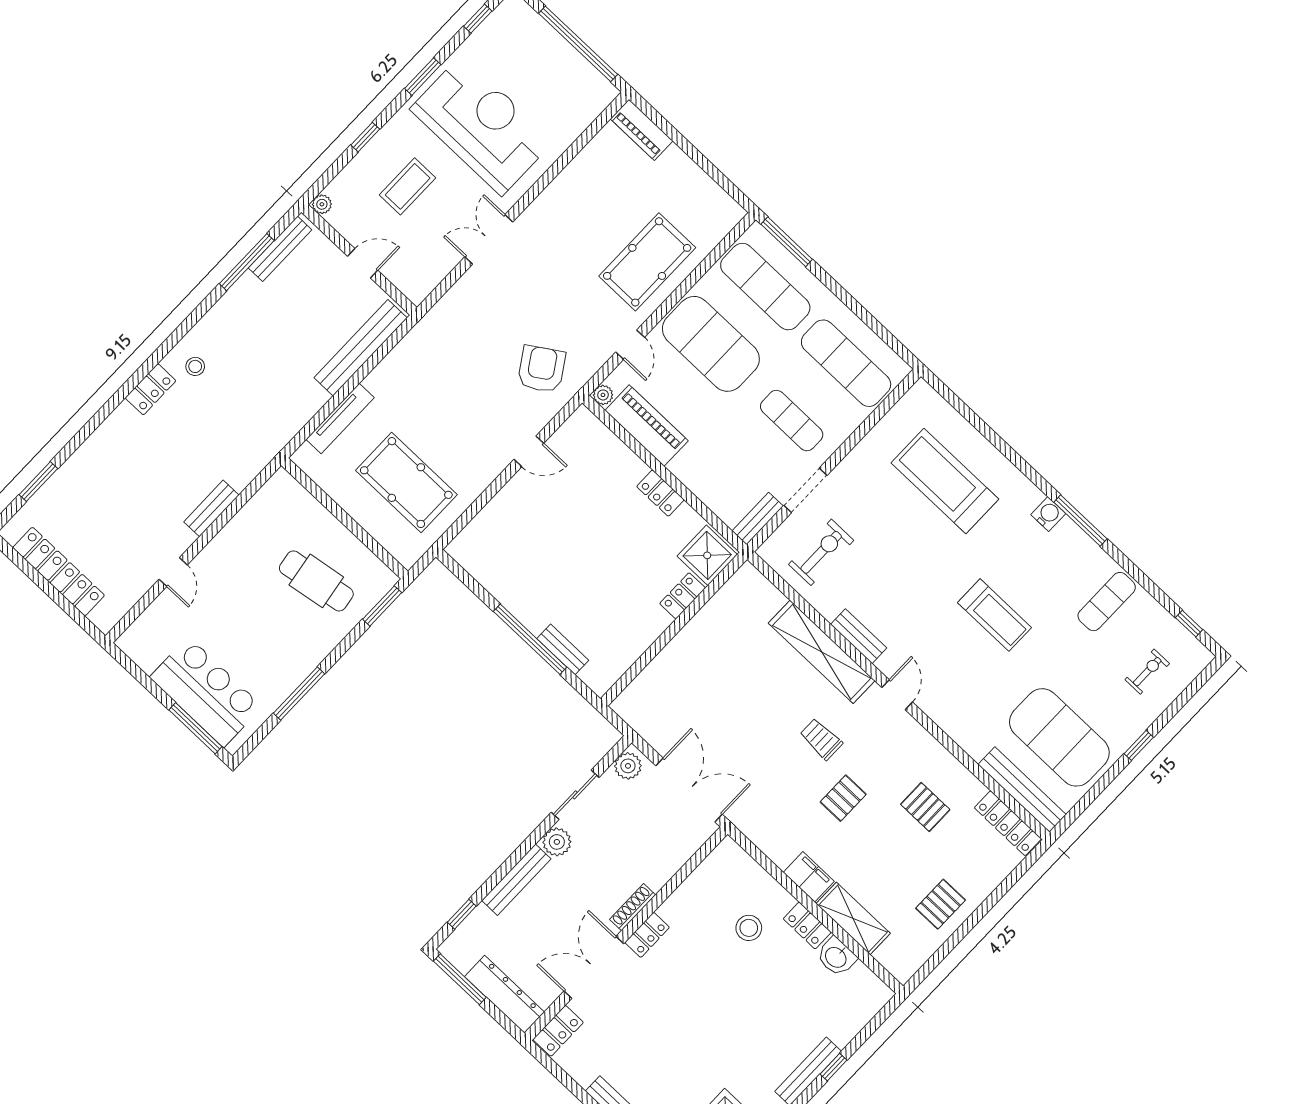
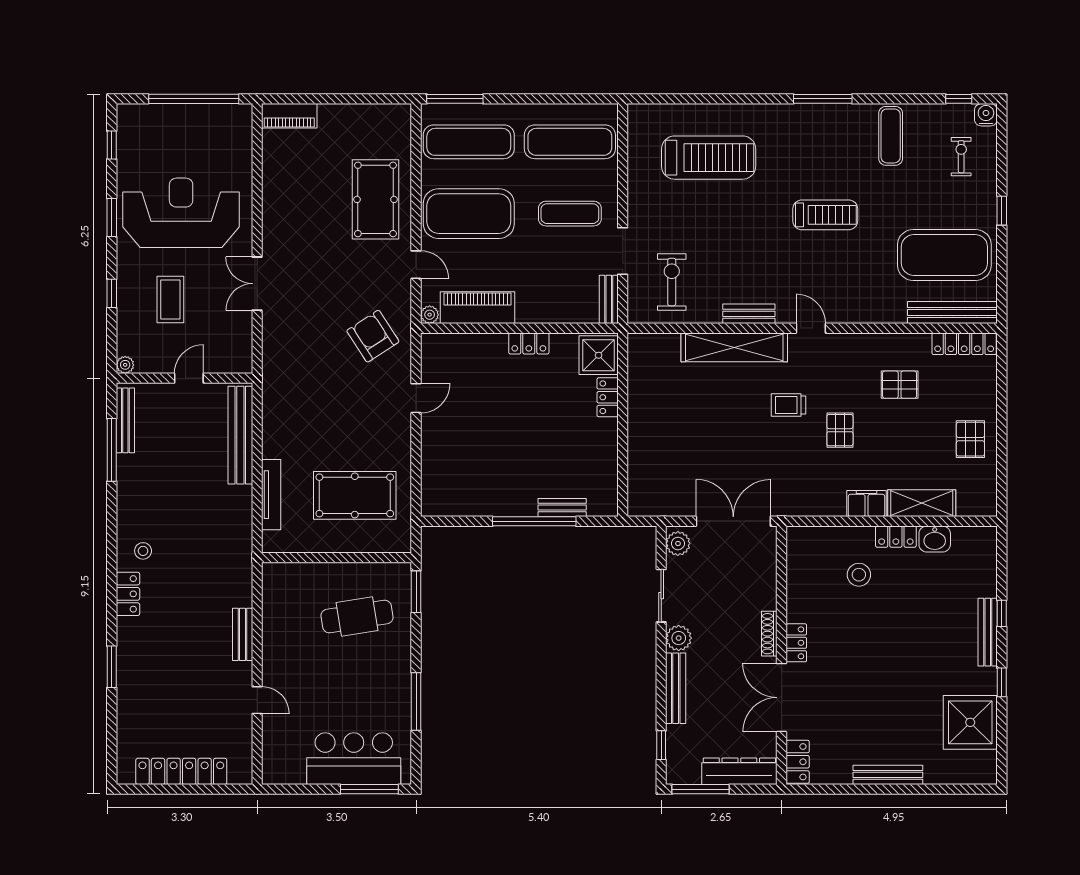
treadmill: (945, 481) -> (709, 158), turned 180
window: (38, 482) -> (112, 667), moved
water cooler: (1048, 514) -> (986, 115), moved

